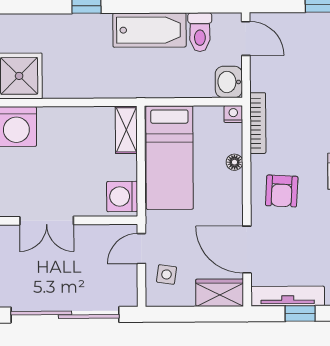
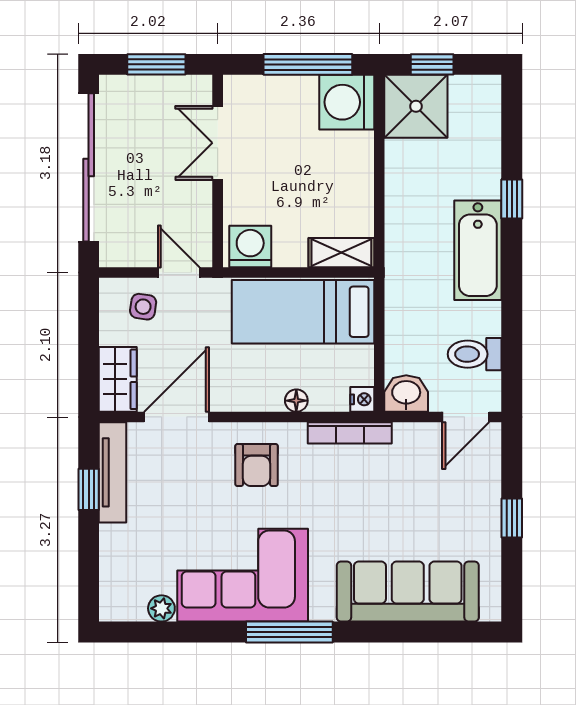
bathtub: (150, 30) -> (478, 250), moved
armchair: (282, 191) -> (257, 465), turned -93

